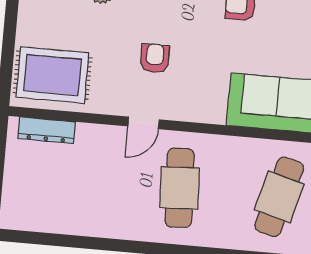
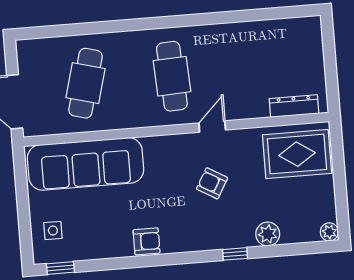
armchair: (155, 58) -> (212, 183), turned 120

